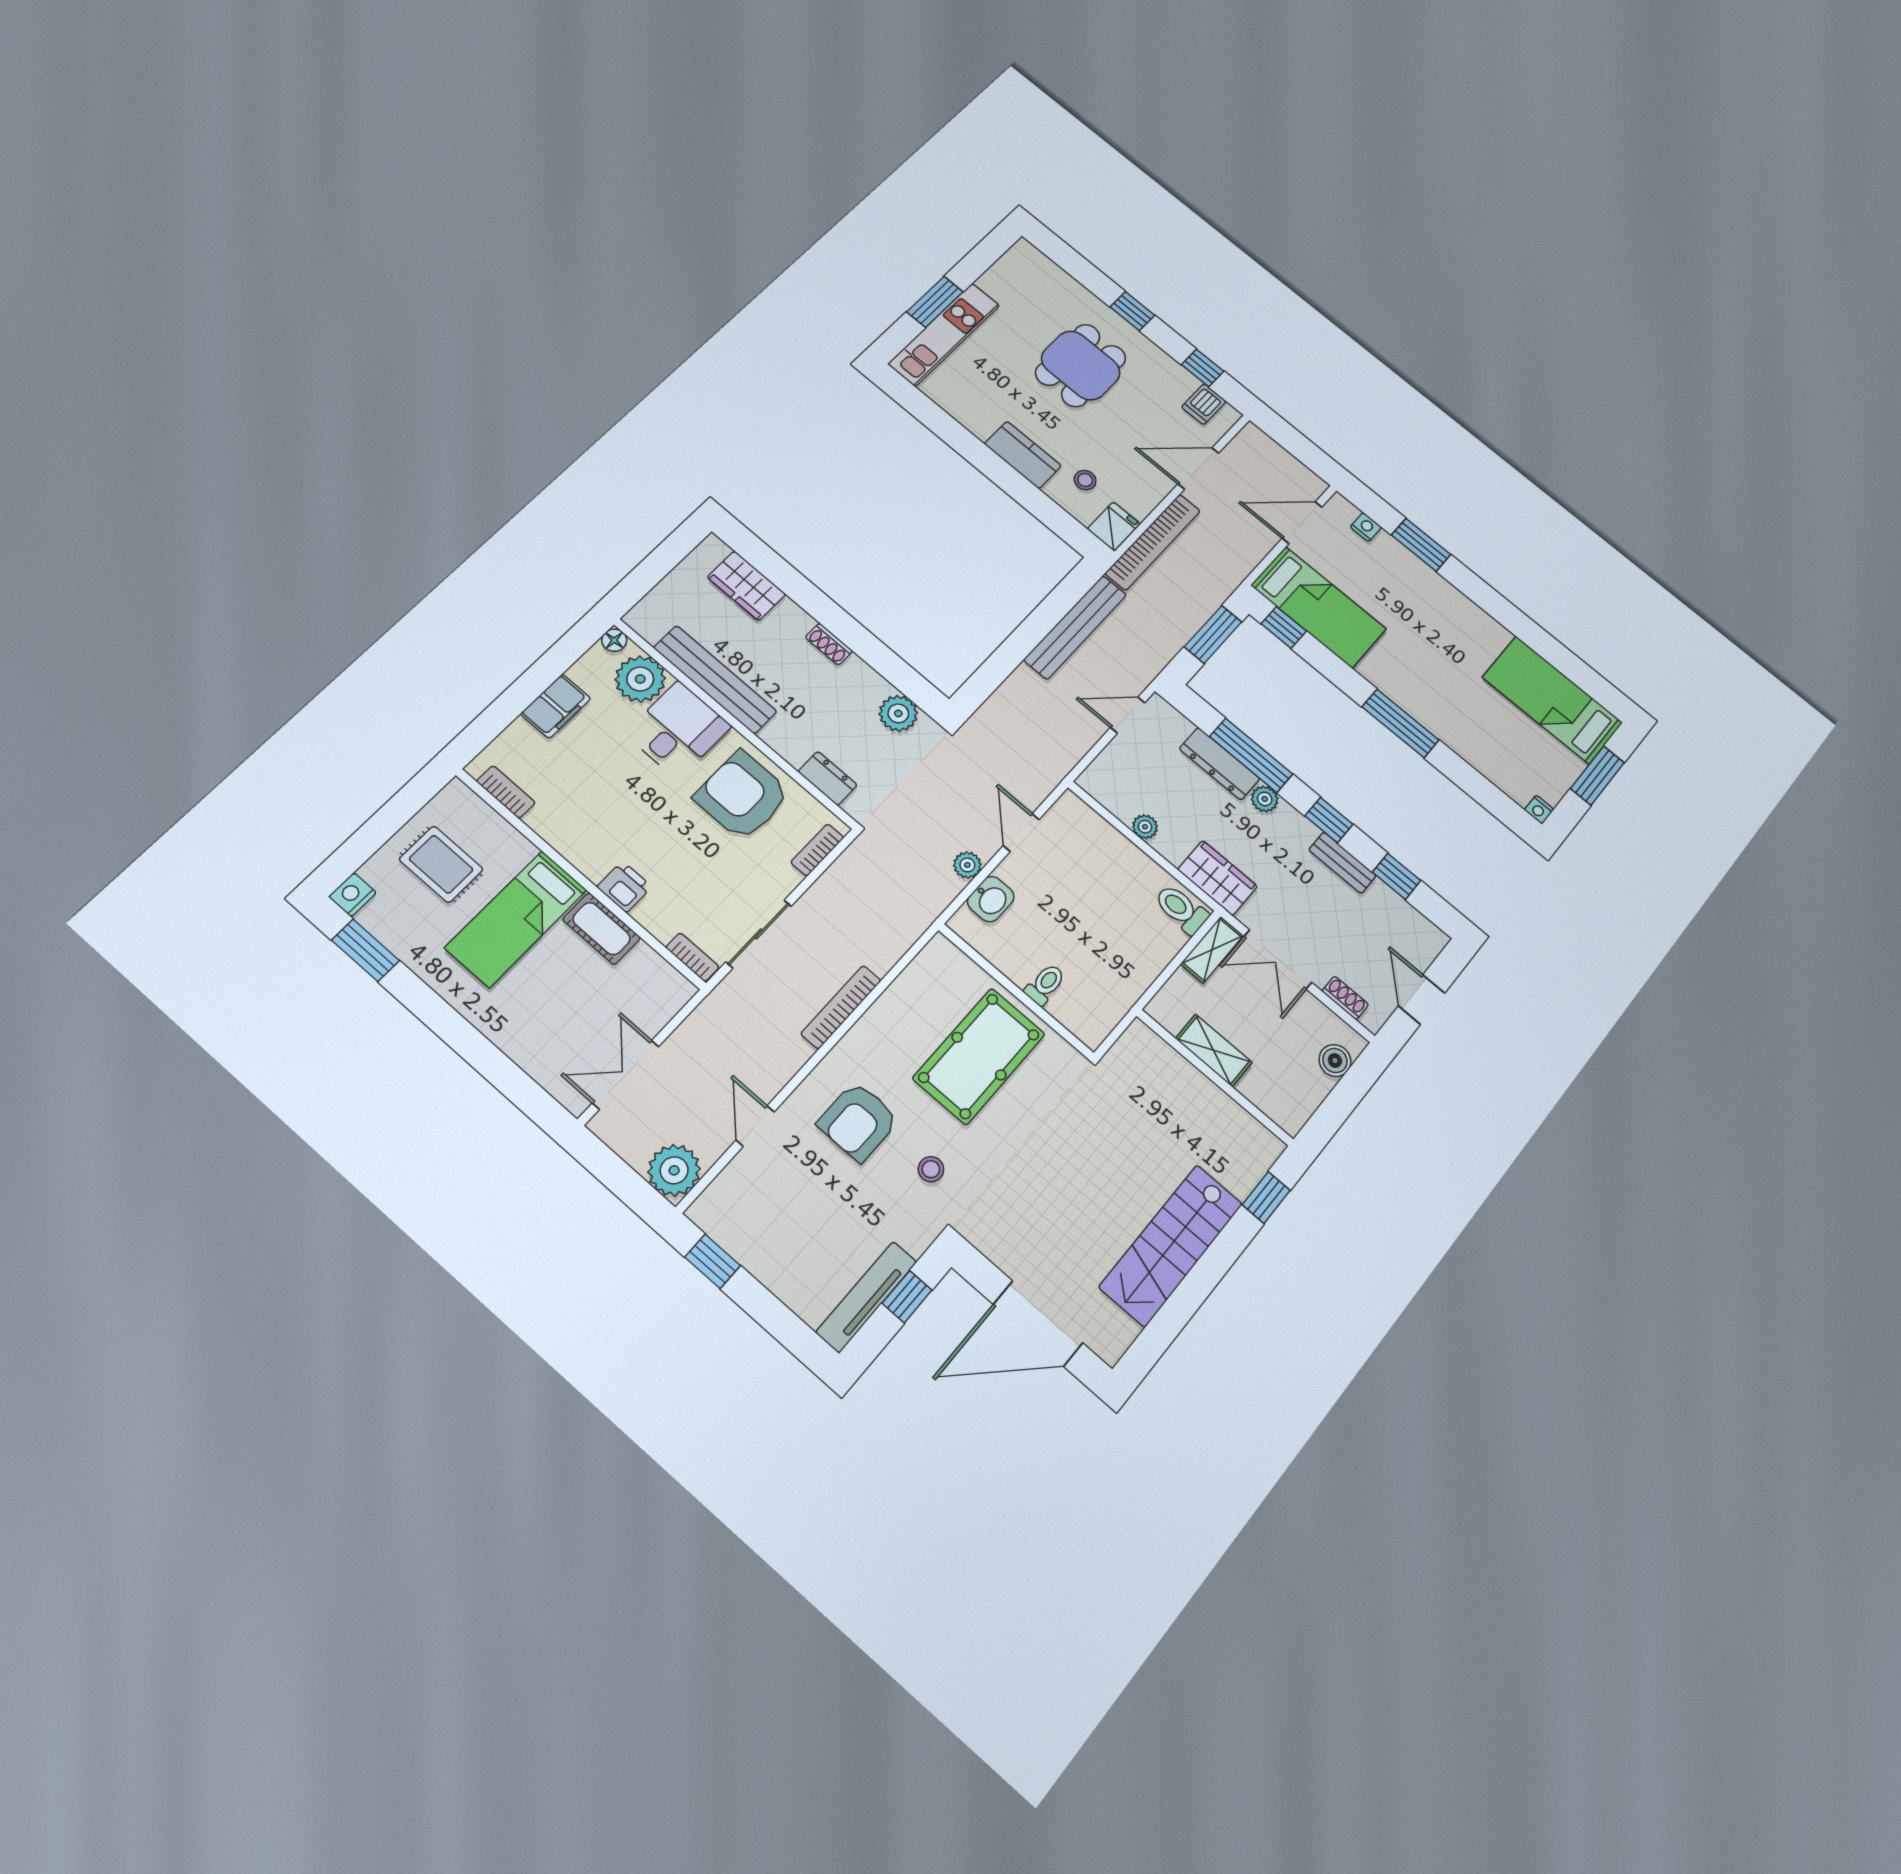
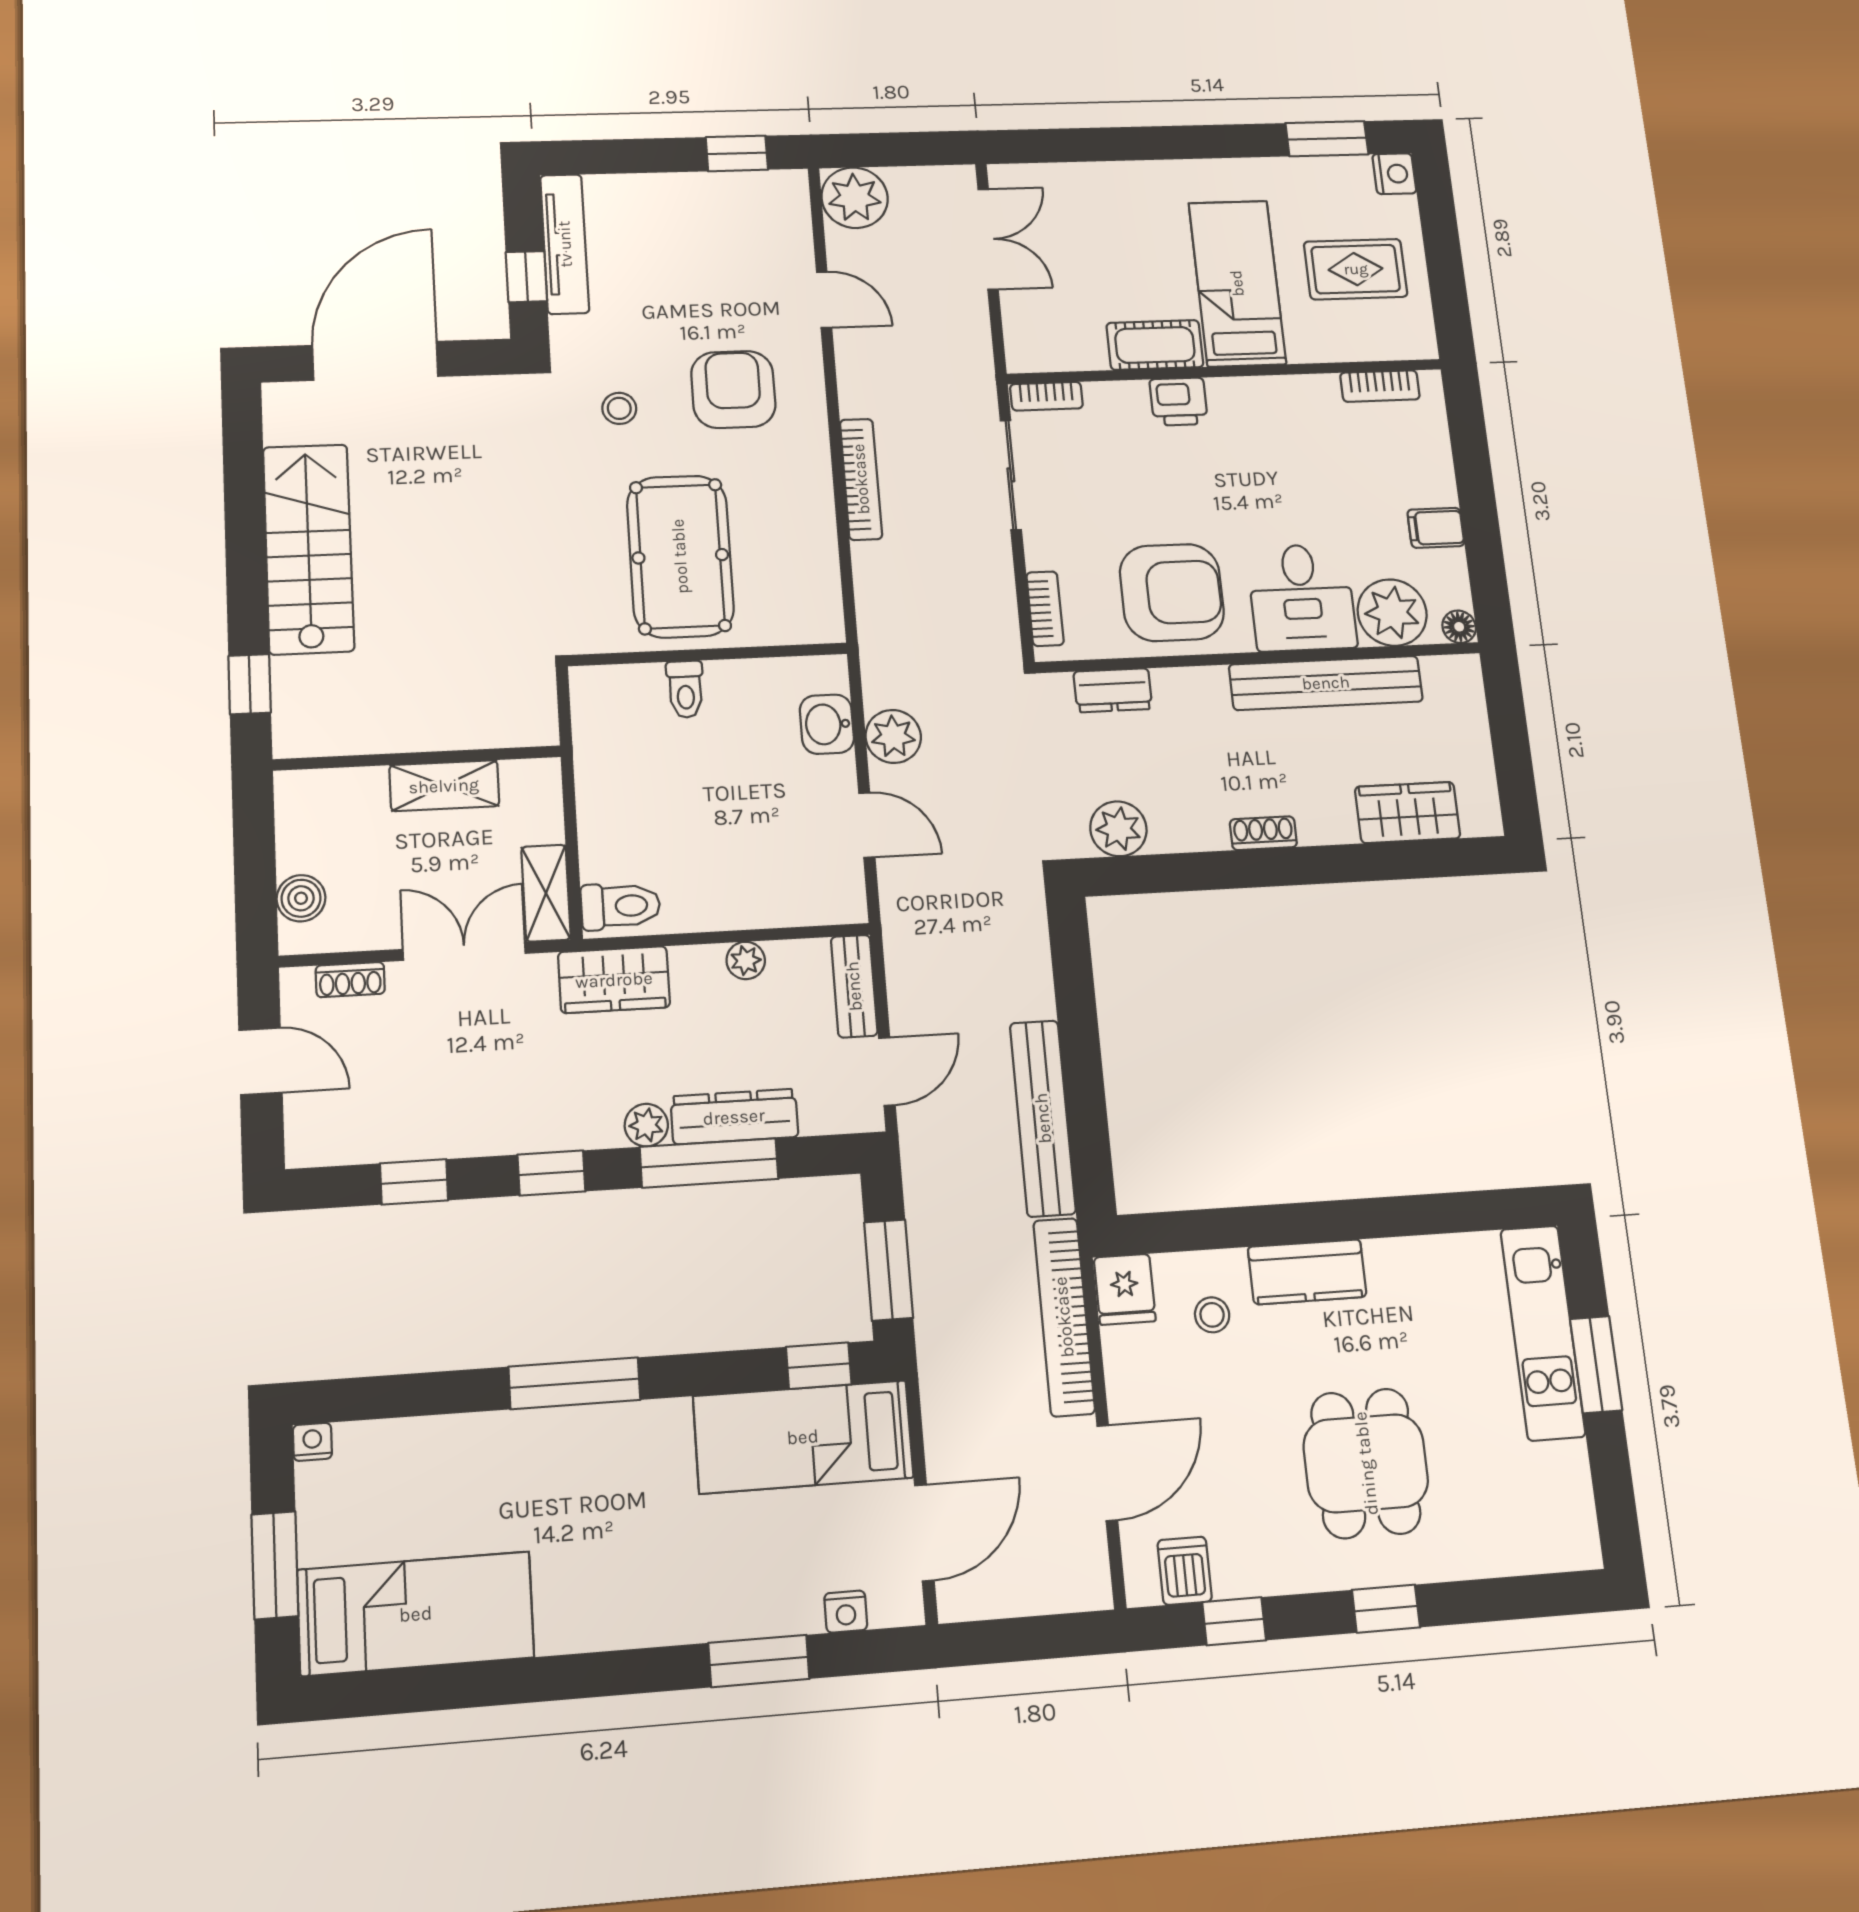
filing cabinet: (556, 706) -> (1436, 528), width x0.50
bench: (1342, 863) -> (854, 986), moved, turned 90
plant: (967, 865) -> (893, 736), width x1.38, depth x1.38

